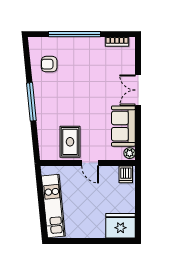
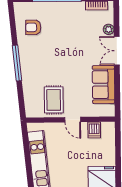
plant: (130, 153) -> (109, 29), moved
dishwasher: (126, 174) -> (94, 130), moved

